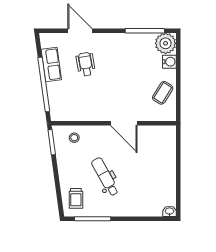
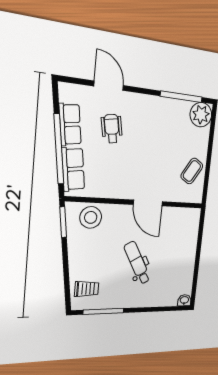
water cooler: (169, 62) -> (202, 136), removed
row of seats: (56, 99) -> (73, 169), added
stool: (74, 138) -> (91, 217), width x1.89, depth x1.89
dental chair: (105, 177) -> (137, 263), moved
trolley: (76, 198) -> (87, 289), turned -90

